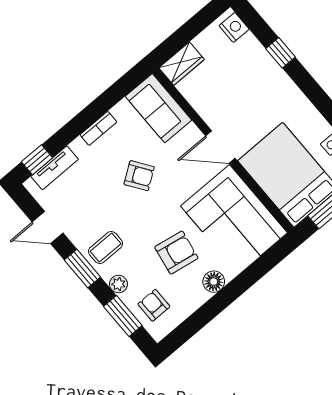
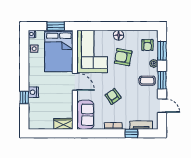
nightstand: (234, 27) -> (33, 92), moved
window: (37, 160) -> (131, 133), moved

